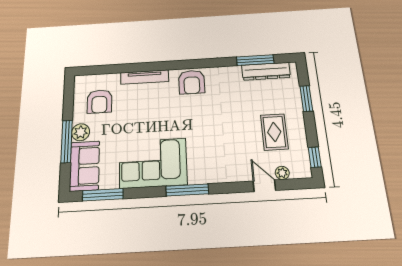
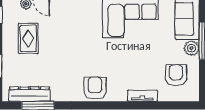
tv unit: (145, 77) -> (142, 96), width x0.71

